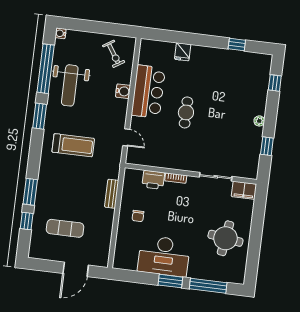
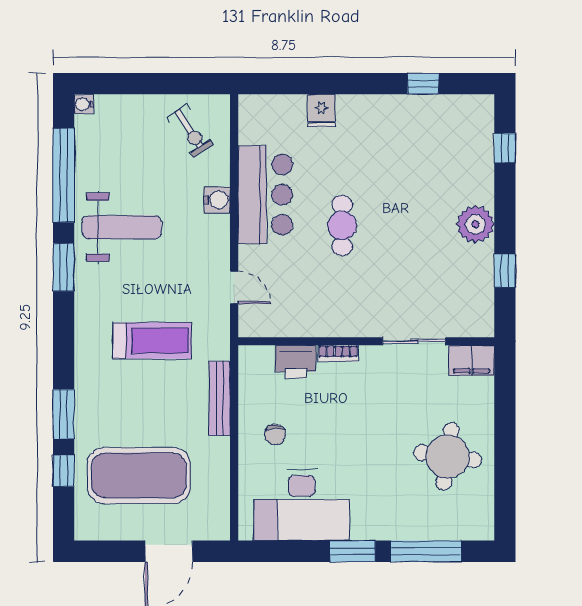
weight bench: (70, 85) -> (122, 227), moved, turned -90
plant: (259, 121) -> (475, 224), width x1.87, depth x1.87
treadmill: (73, 145) -> (152, 341), moved
bench: (112, 194) -> (220, 398), width x1.36
exercise mat: (65, 228) -> (139, 476), width x2.00, depth x1.45
desk: (164, 256) -> (302, 505), moved

